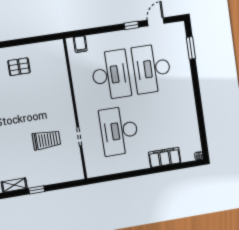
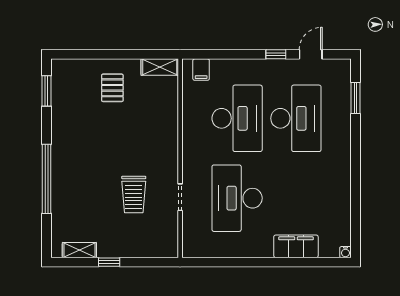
shelving: (50, 47) -> (160, 67), added
pallet: (19, 67) -> (112, 88), turned 90
desk: (152, 69) -> (296, 118), turned 180
trolley: (46, 140) -> (134, 194), turned 90

